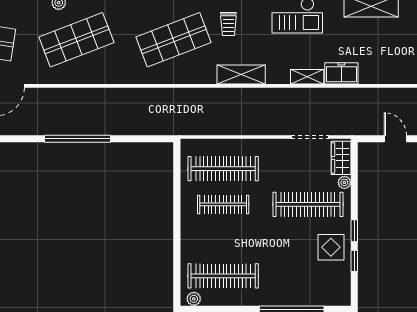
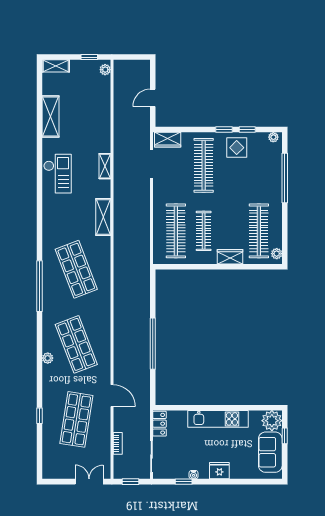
trolley: (228, 24) -> (64, 227), removed
freezer: (341, 73) -> (102, 139), removed
plant: (344, 182) -> (273, 137), moved
wardrobe: (190, 239) -> (230, 257), added

